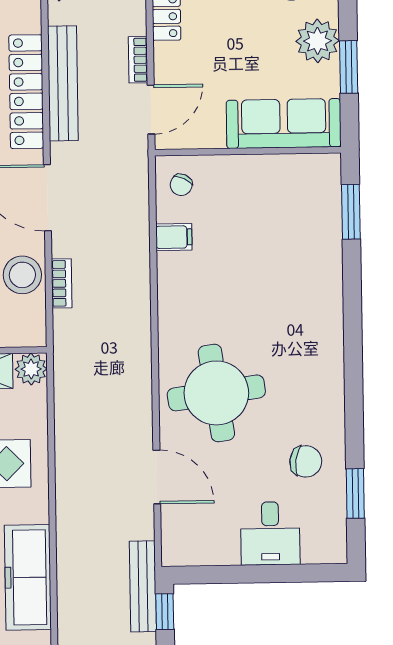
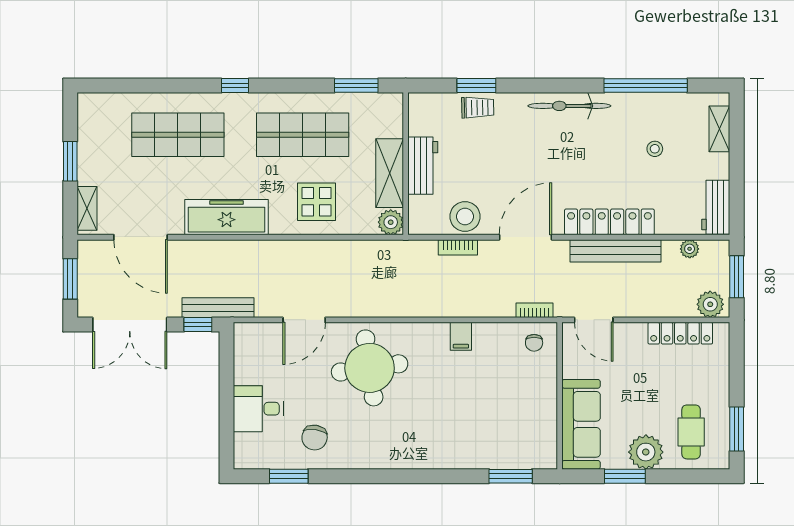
bookcase: (138, 60) -> (534, 310), moved
chair: (181, 185) -> (534, 343), turned -115
filing cabinet: (174, 237) -> (461, 336), moved

